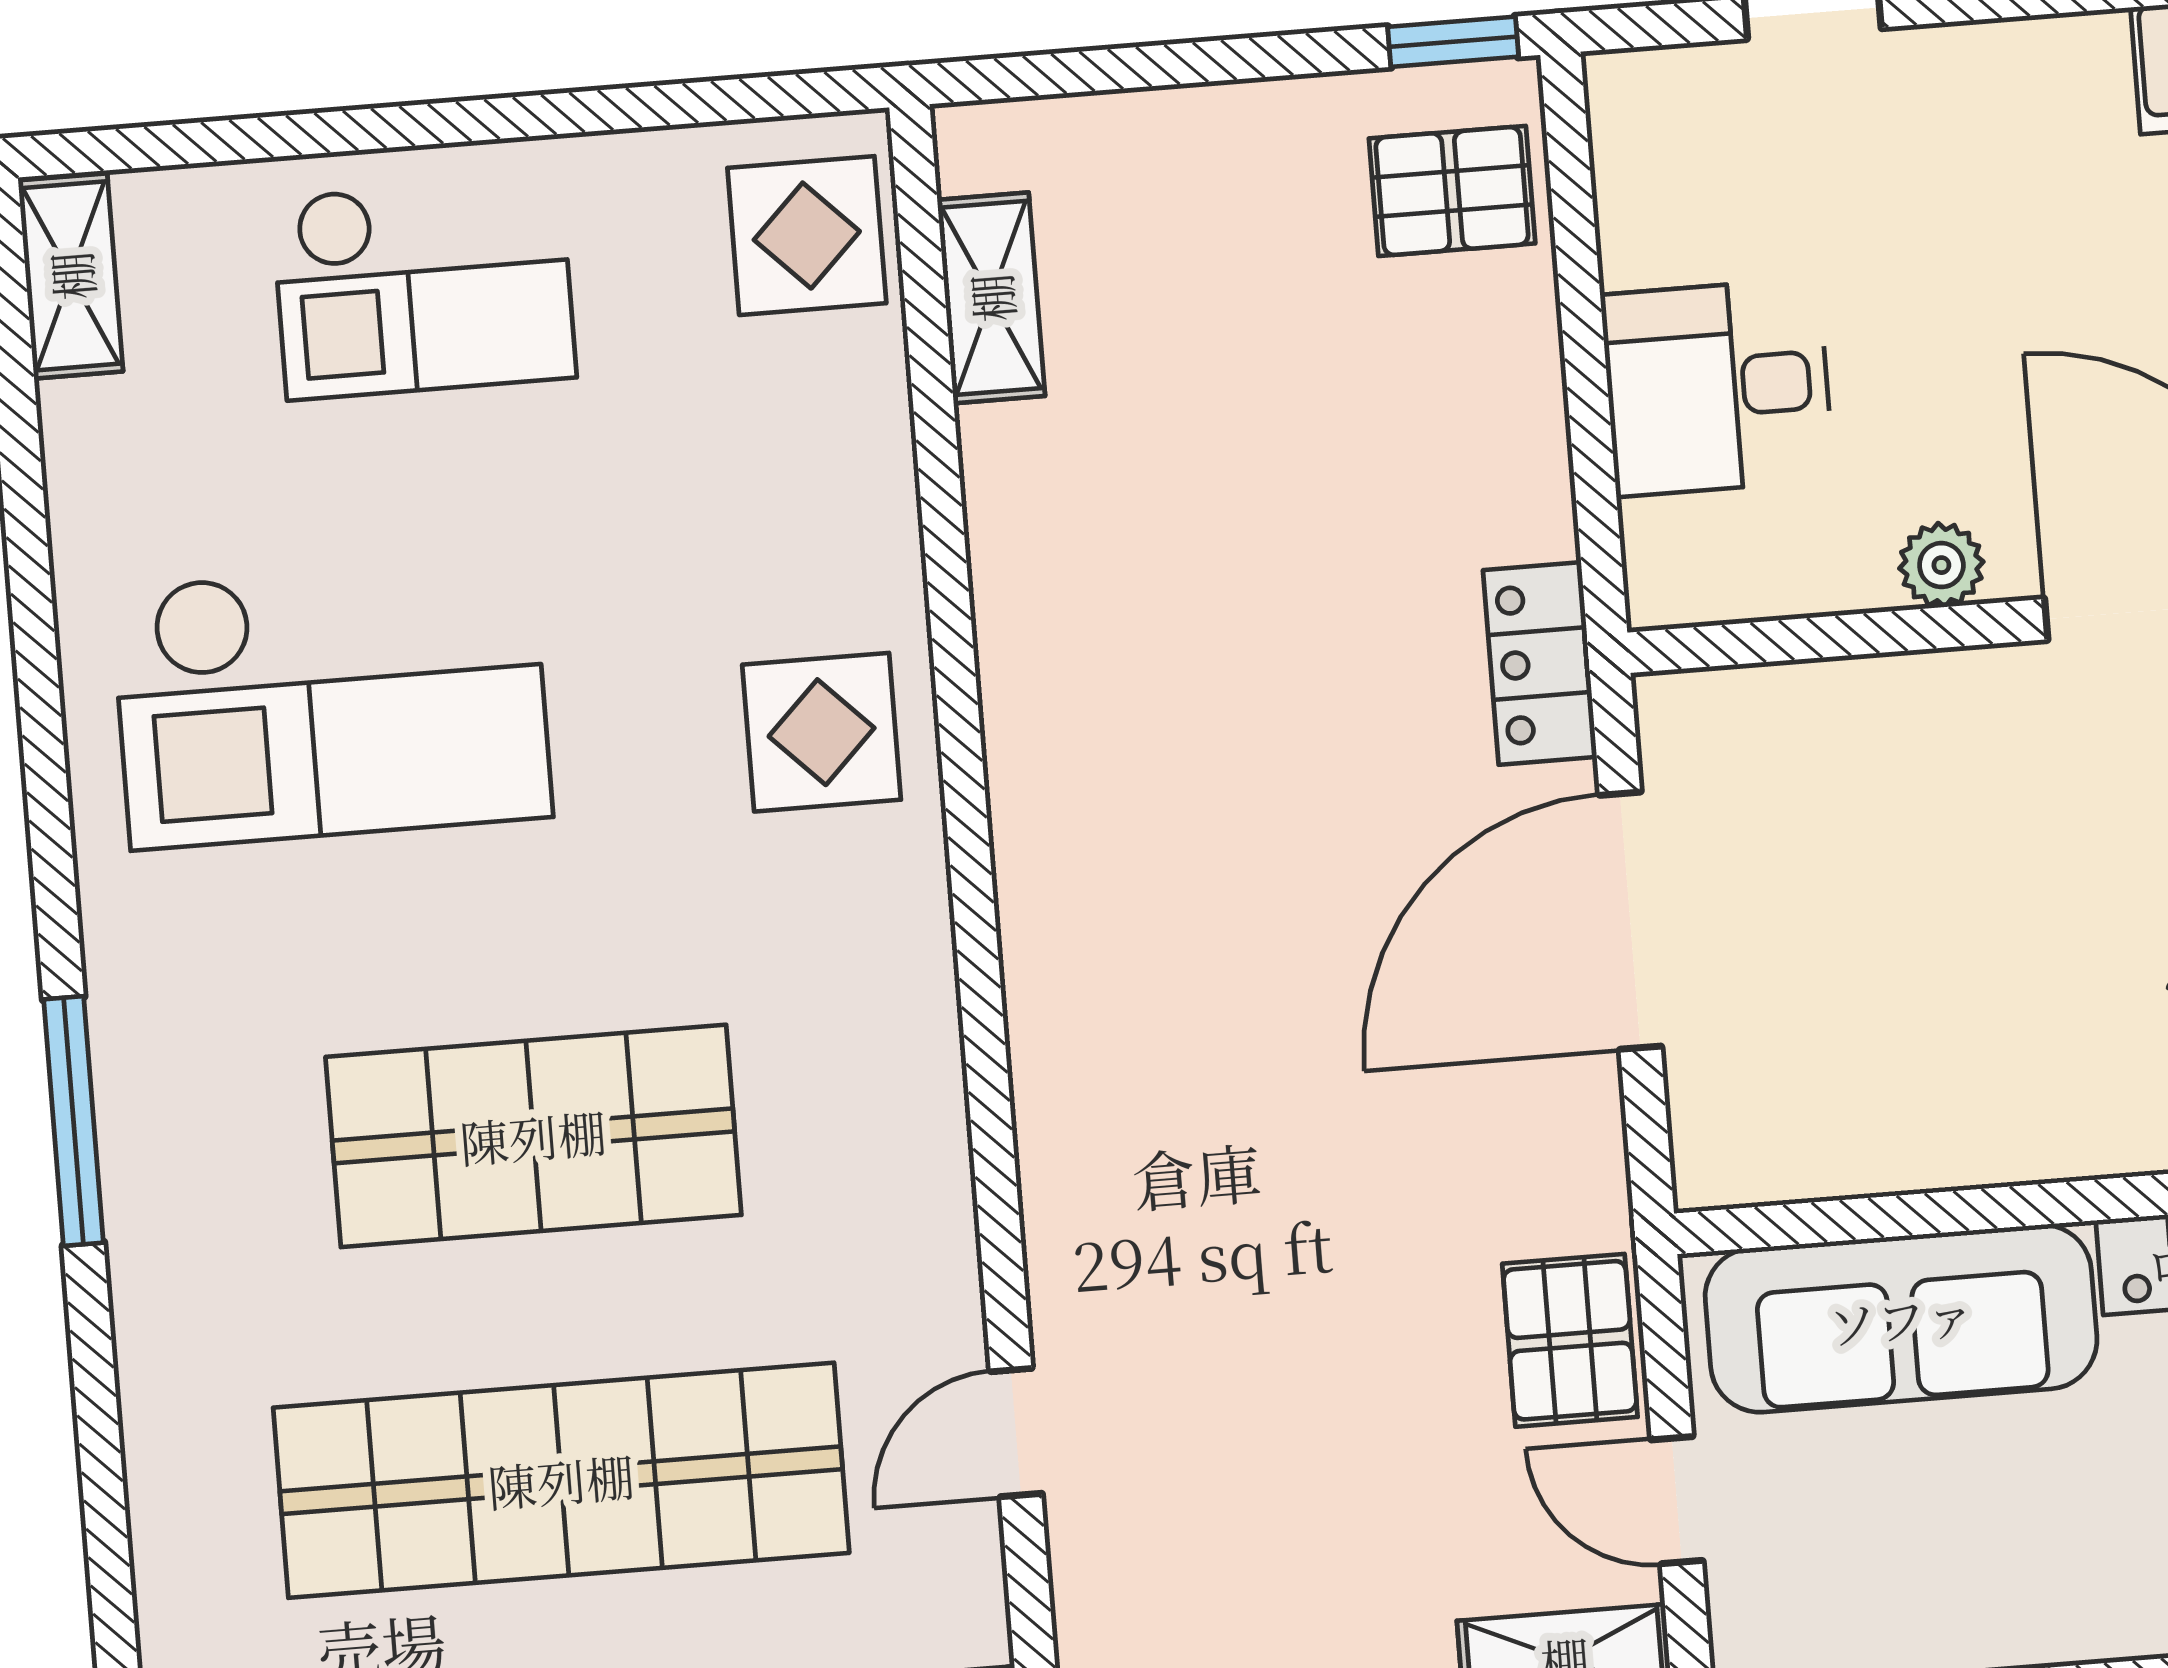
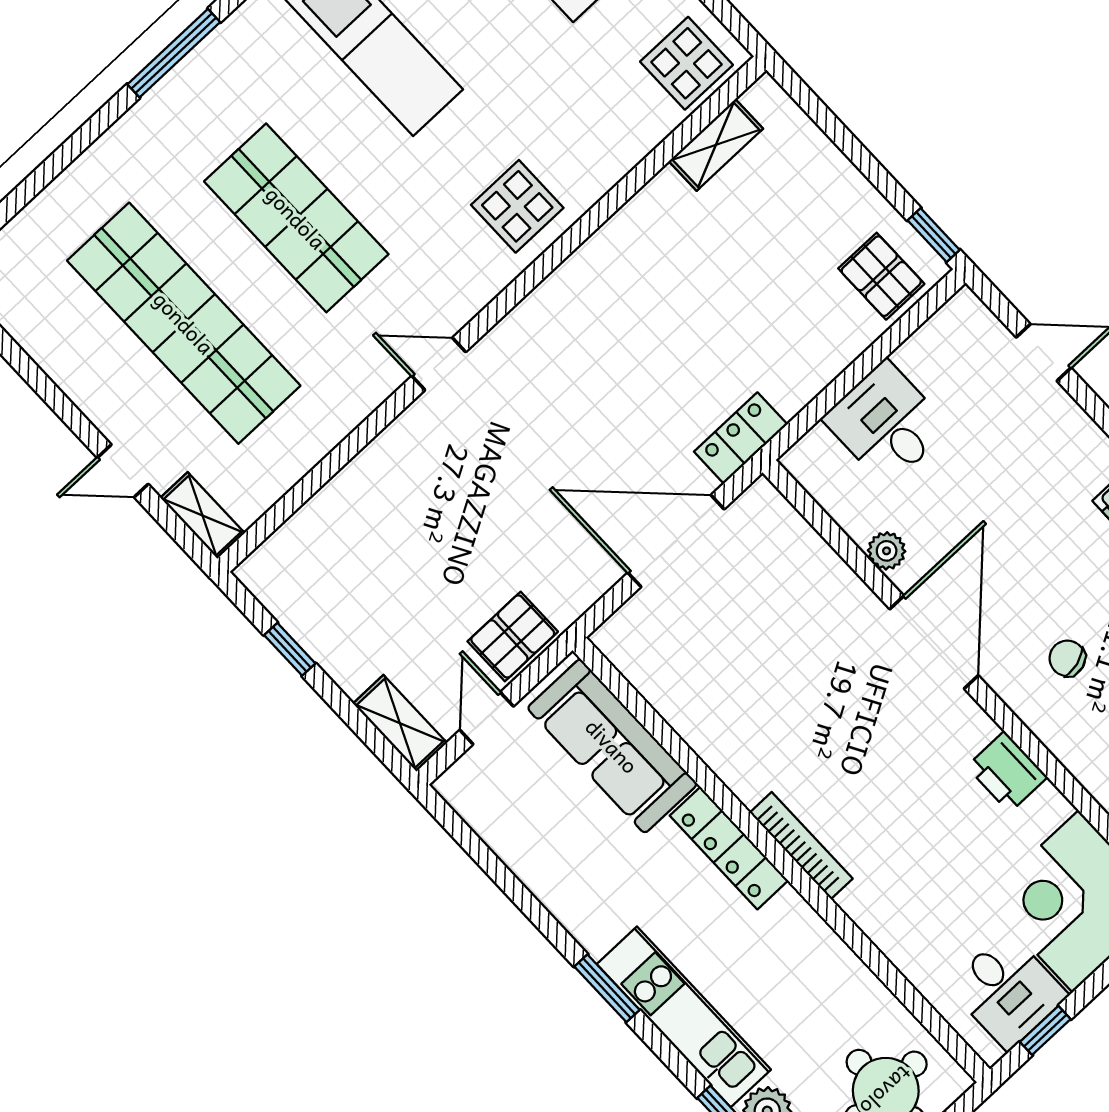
door: (1016, 1433) -> (439, 364), moved

